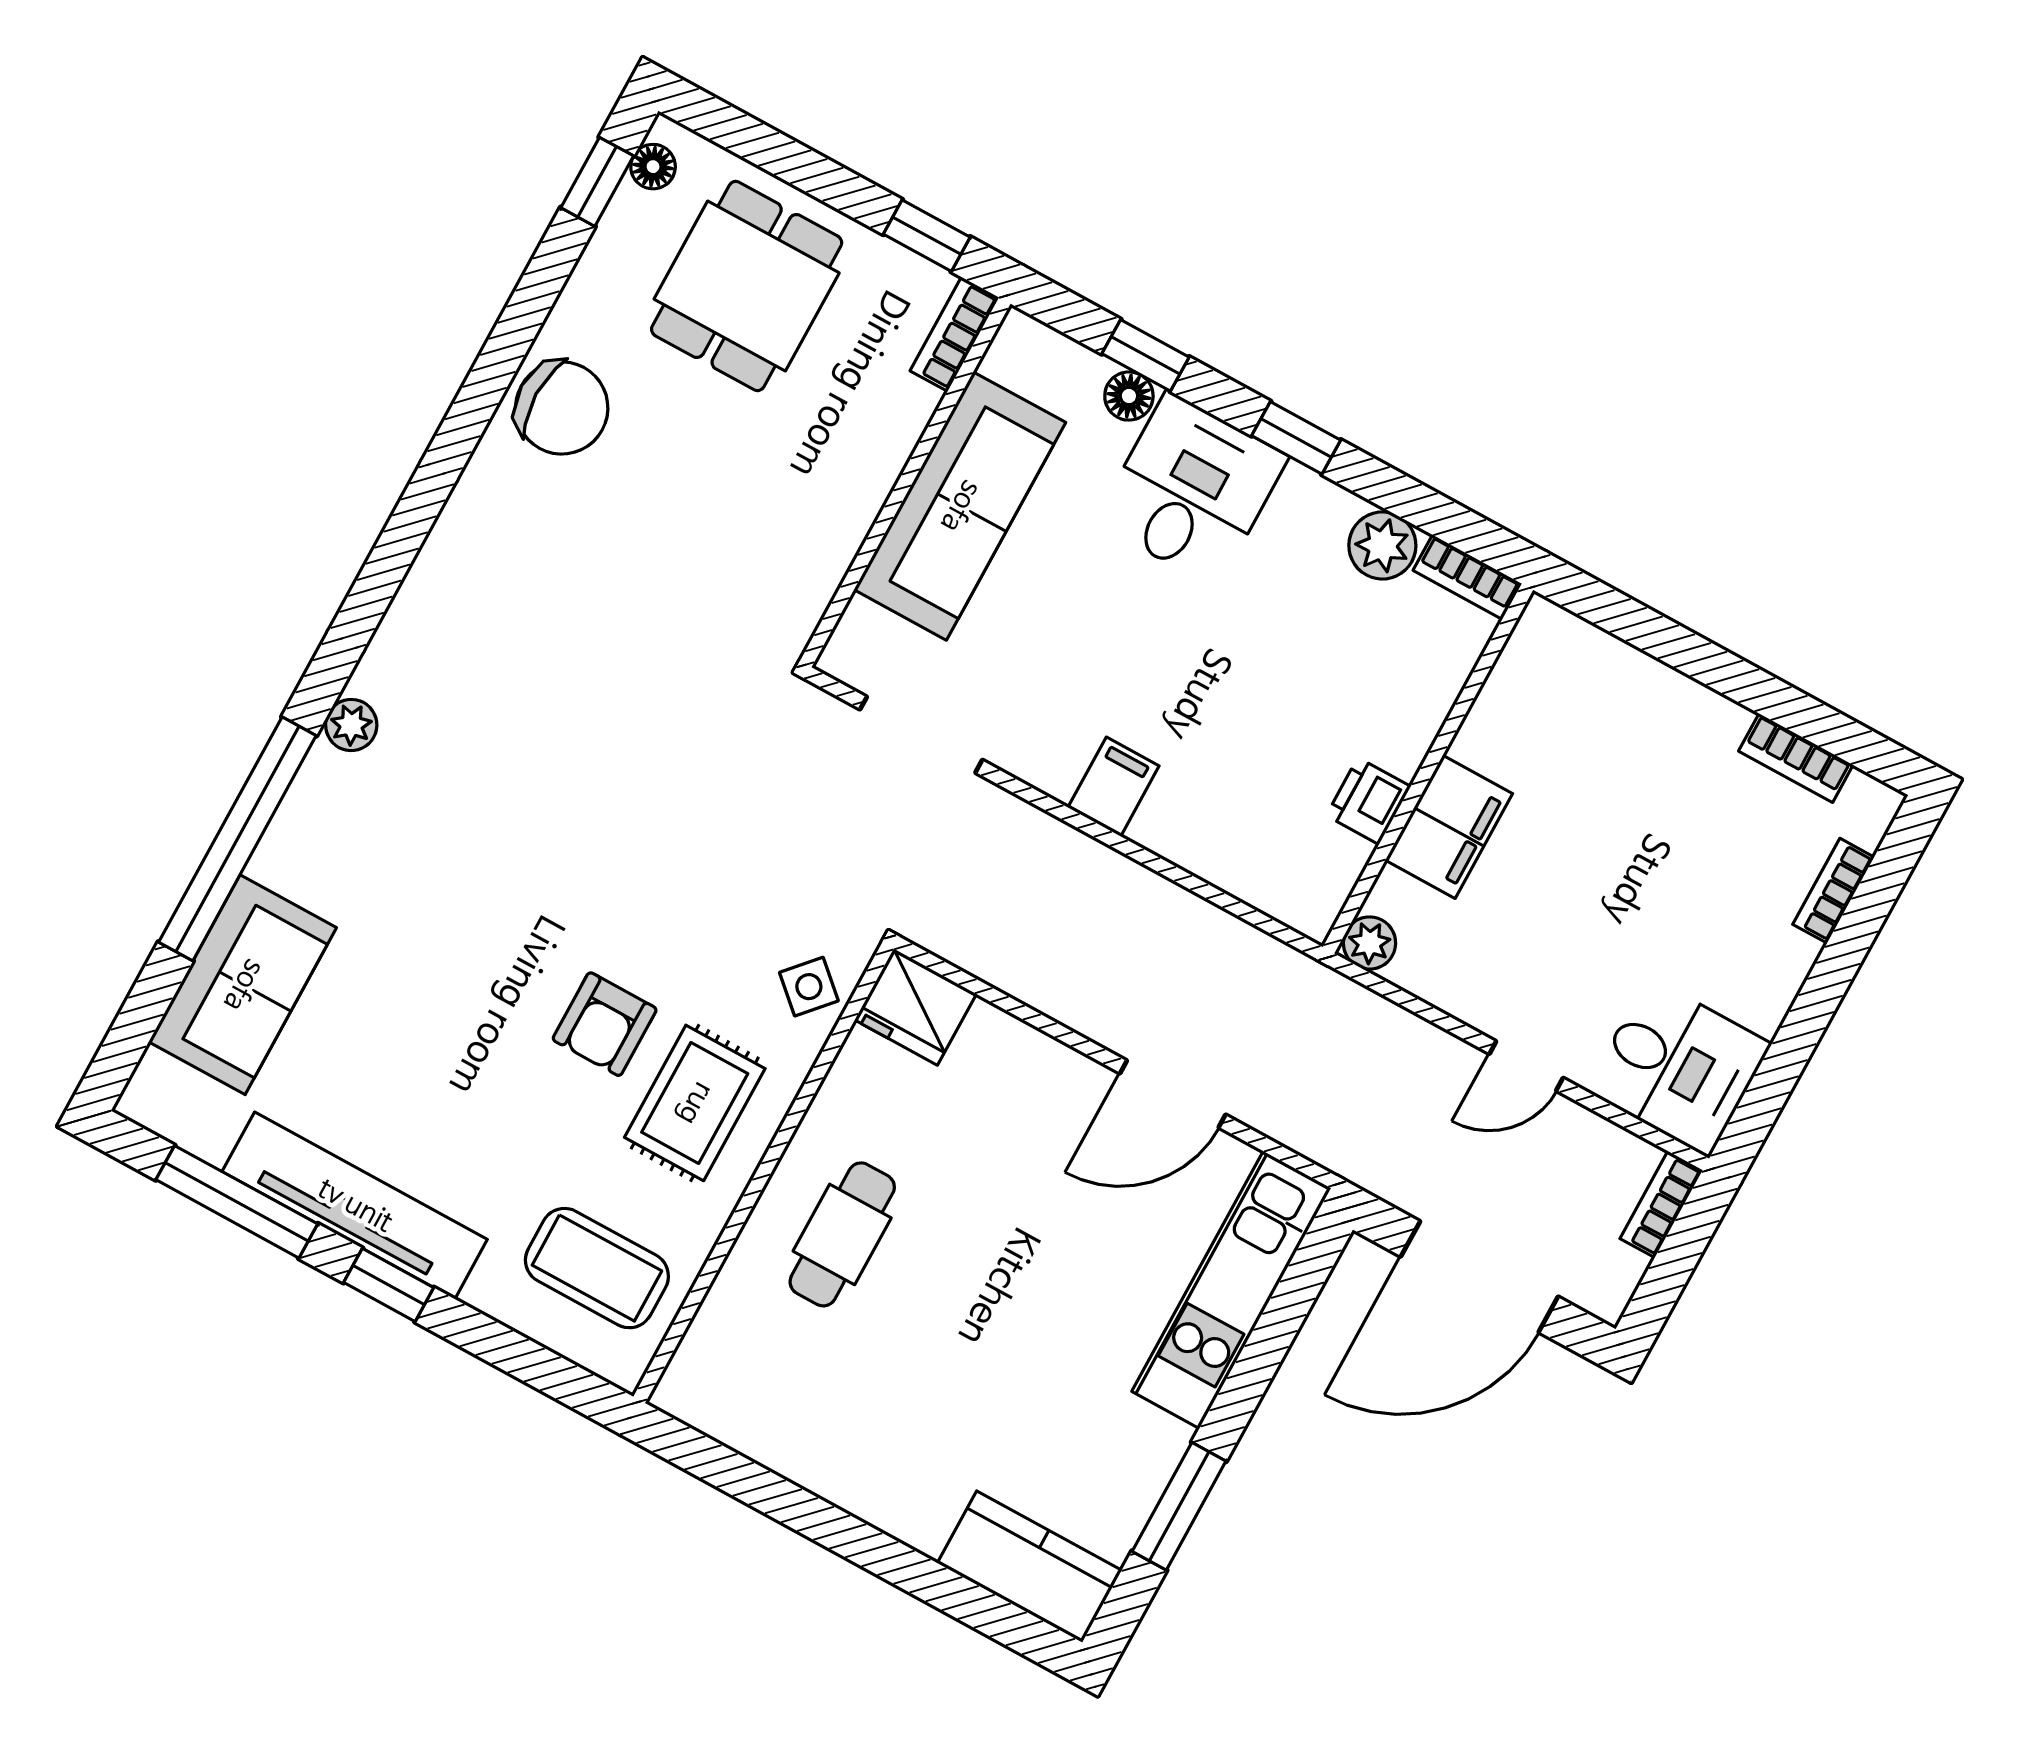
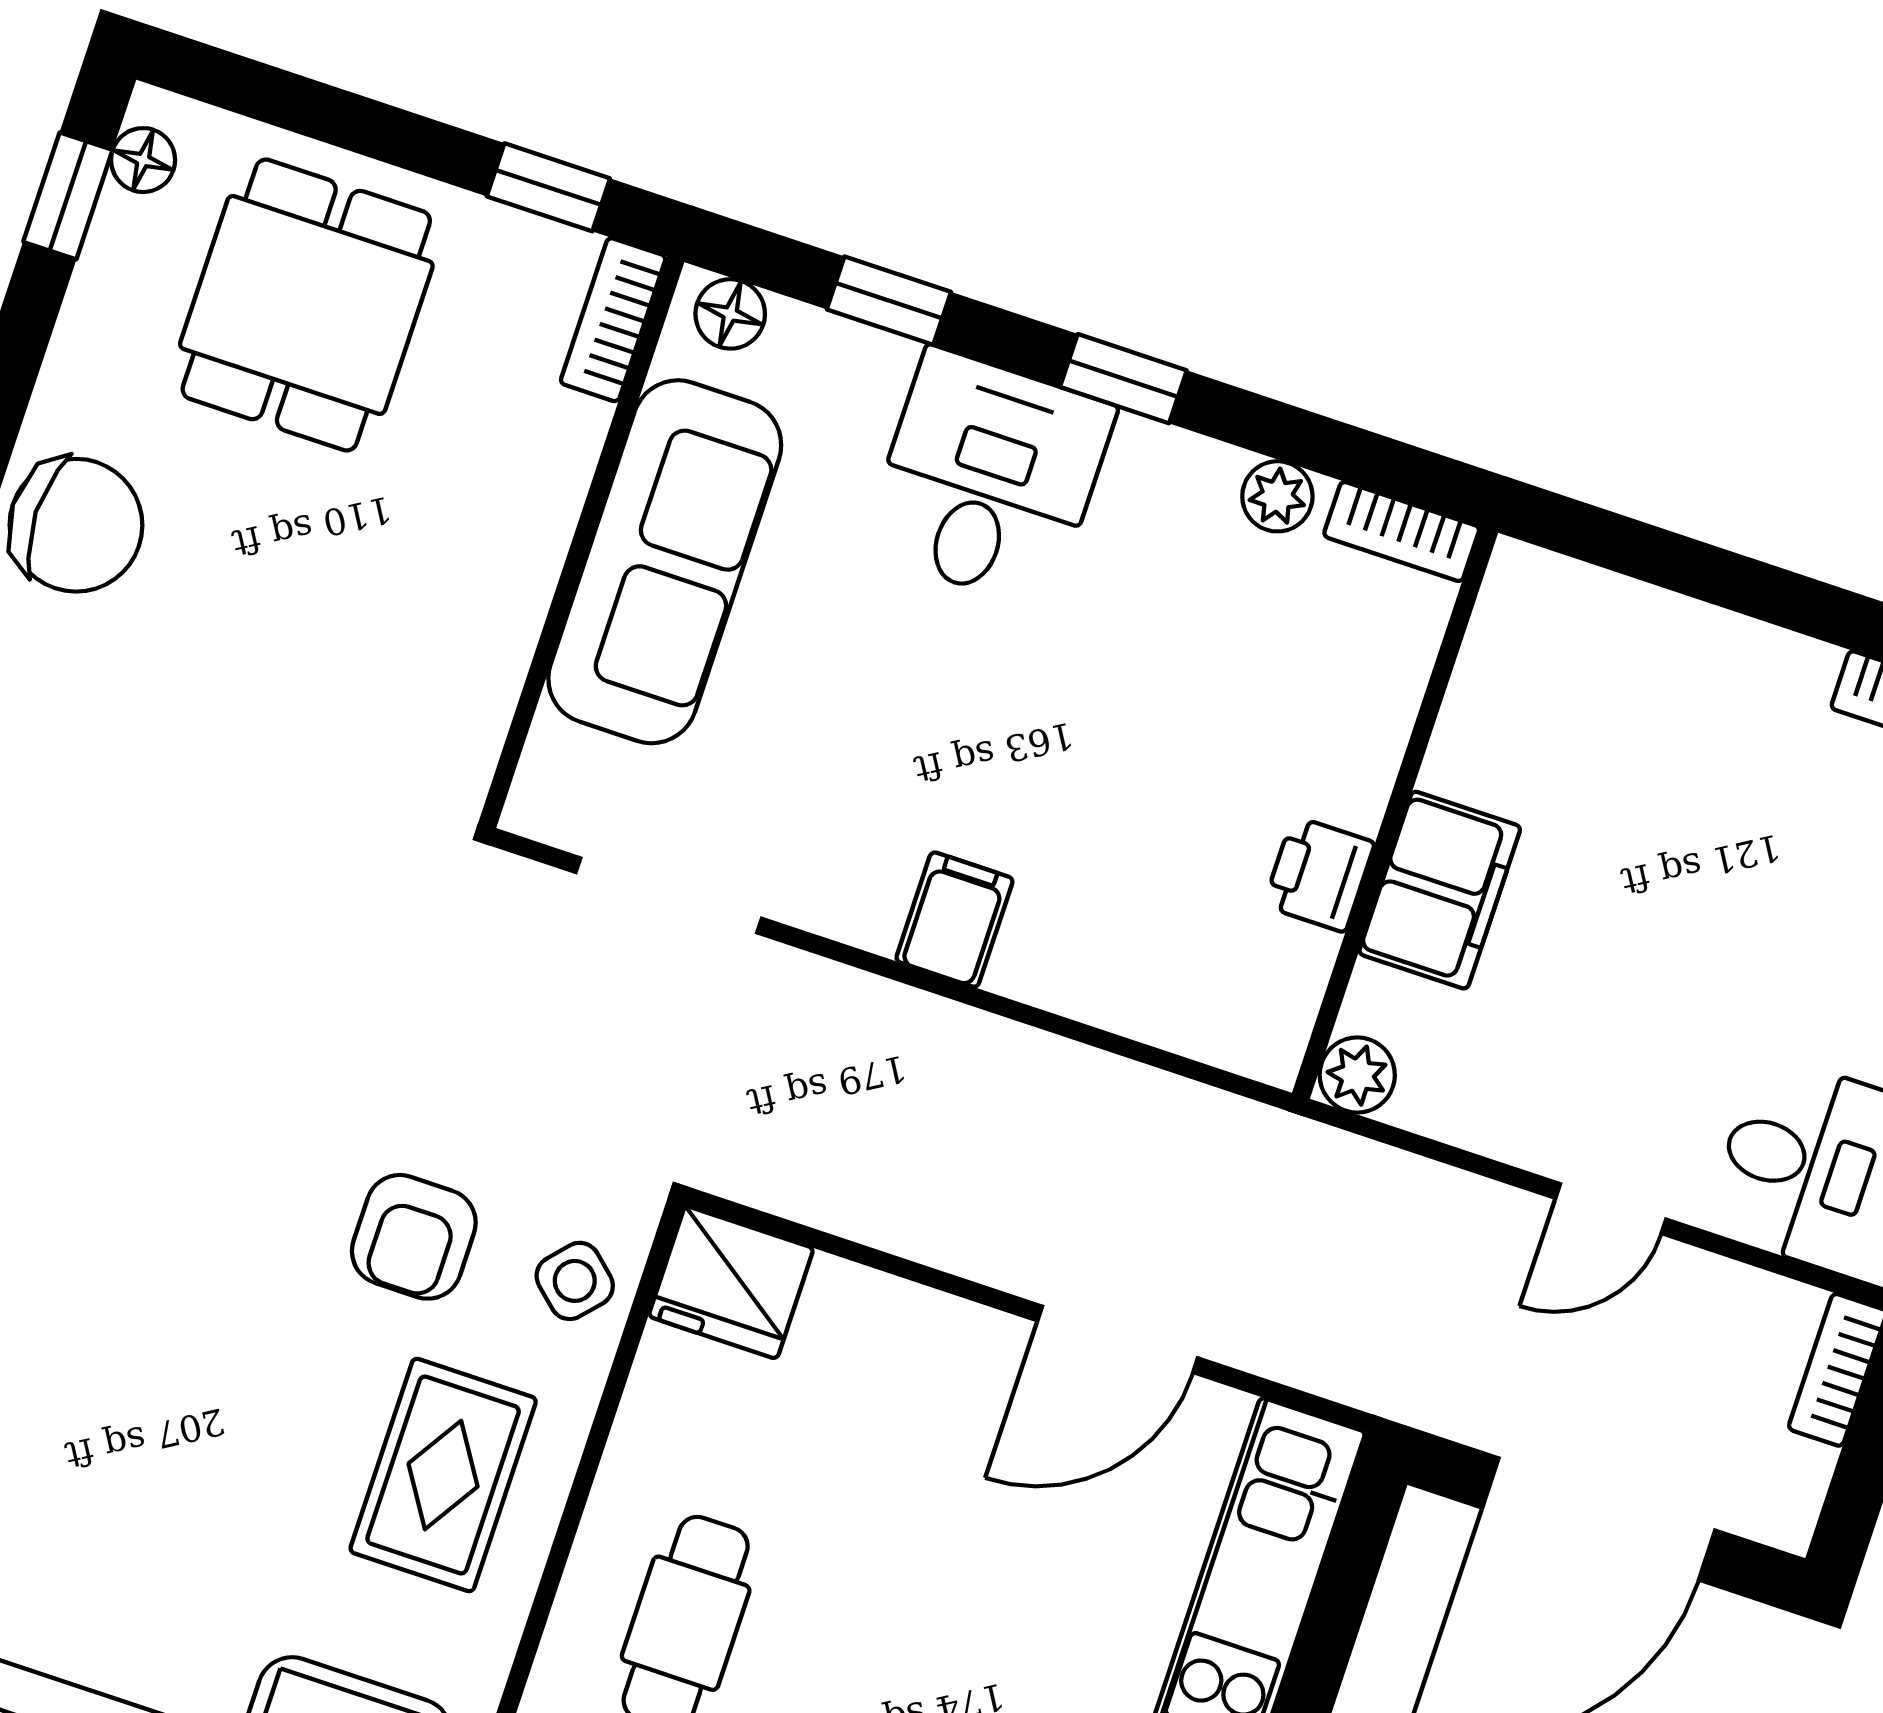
floor lamp: (1129, 396) -> (730, 314), moved
plant: (1382, 546) -> (1277, 496), width x0.73, depth x0.73
armchair: (605, 1024) -> (414, 1237), moved

